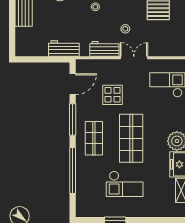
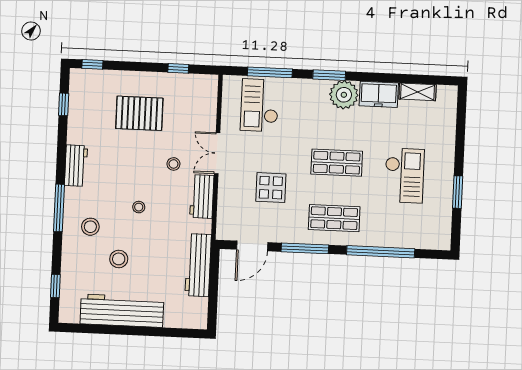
workbench: (64, 48) -> (198, 265), width x1.38
door: (73, 84) -> (252, 246), swing flipped
shop shelf: (131, 138) -> (337, 163), width x0.70, depth x0.74

